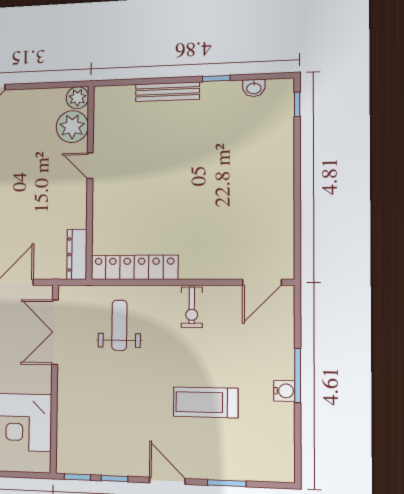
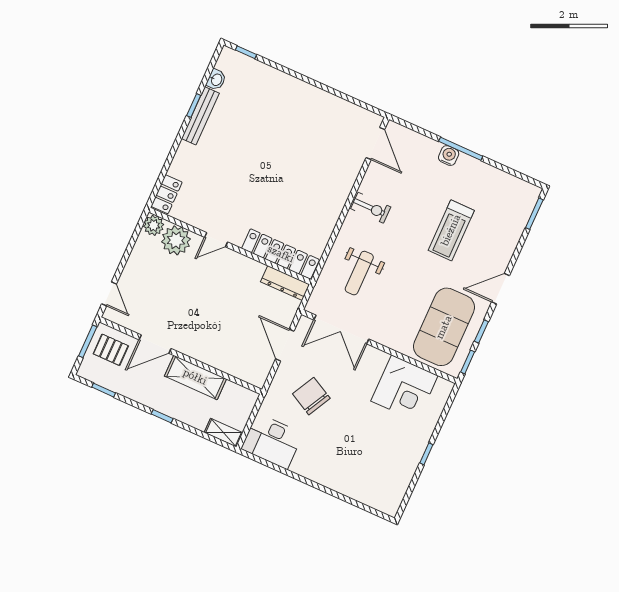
bench: (167, 92) -> (200, 116), moved
locker: (114, 95) -> (167, 194), added
locker: (134, 267) -> (281, 254), moved, turned 90
weight bench: (119, 325) -> (359, 273), turned -90
water cooler: (284, 391) -> (449, 156), moved
exercise mat: (102, 437) -> (444, 327), added
window: (227, 483) -> (534, 214), moved

